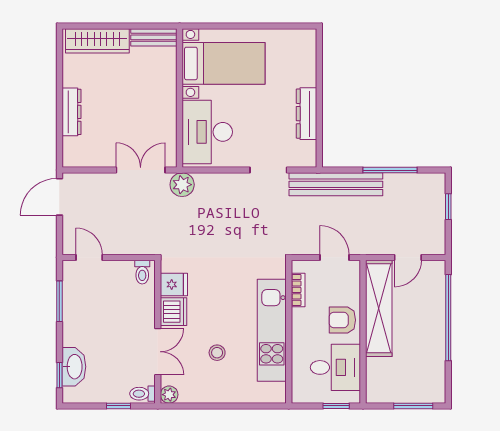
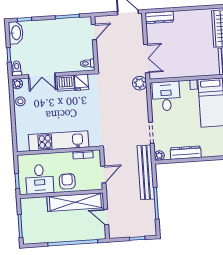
dresser: (71, 112) -> (159, 17), moved
desk: (207, 132) -> (166, 96), width x0.73
plant: (308, 159) -> (159, 156), added
stool: (217, 353) -> (20, 101), moved
washbasin: (74, 367) -> (16, 33), moved, turned -90

